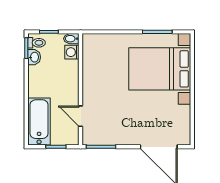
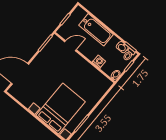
washing machine: (72, 52) -> (99, 62), moved
bathtub: (39, 122) -> (96, 30), moved

